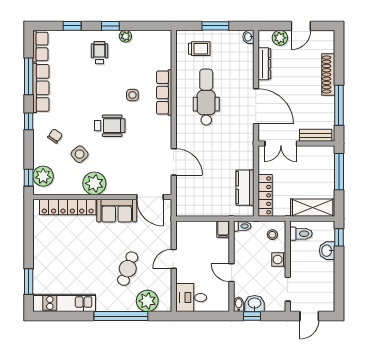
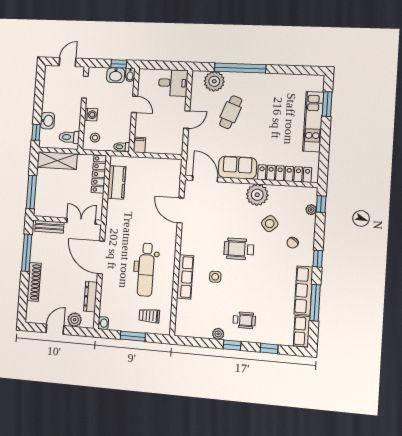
wheelchair: (99, 53) -> (244, 320), turned -90
plant: (43, 176) -> (311, 210), width x0.53, depth x0.53
kitchen unit: (64, 303) -> (313, 122), moved, turned 90

